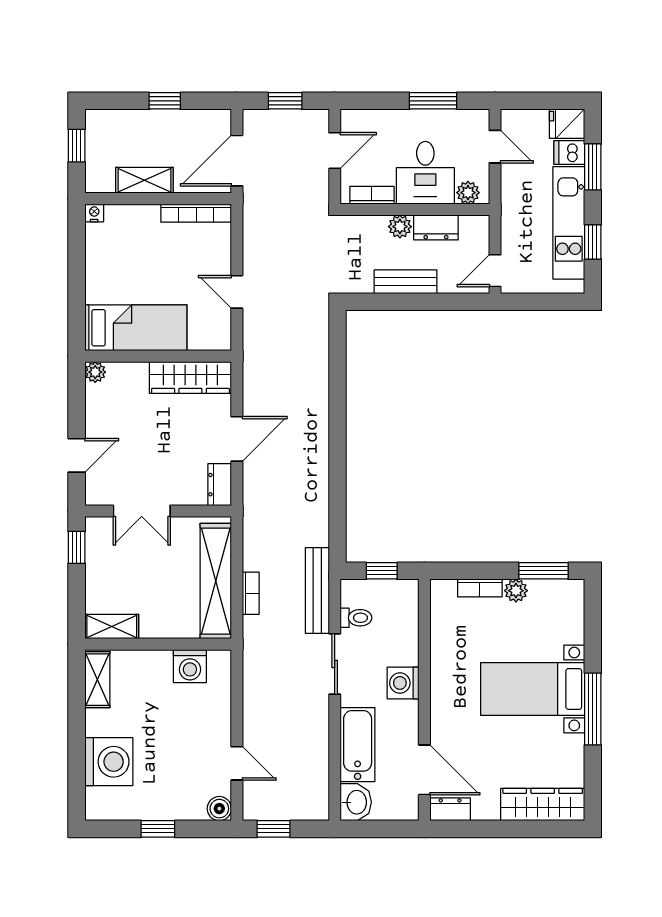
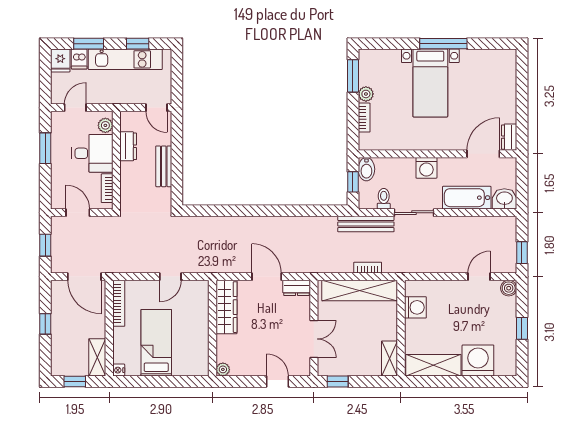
shelving: (144, 180) -> (97, 357), moved
plant: (400, 227) -> (128, 170), removed
bed: (136, 328) -> (156, 343), moved
bidet: (401, 591) -> (366, 169), added
shelving: (97, 680) -> (433, 365), width x1.50, depth x1.33
wardrobe: (543, 805) -> (506, 76), removed

